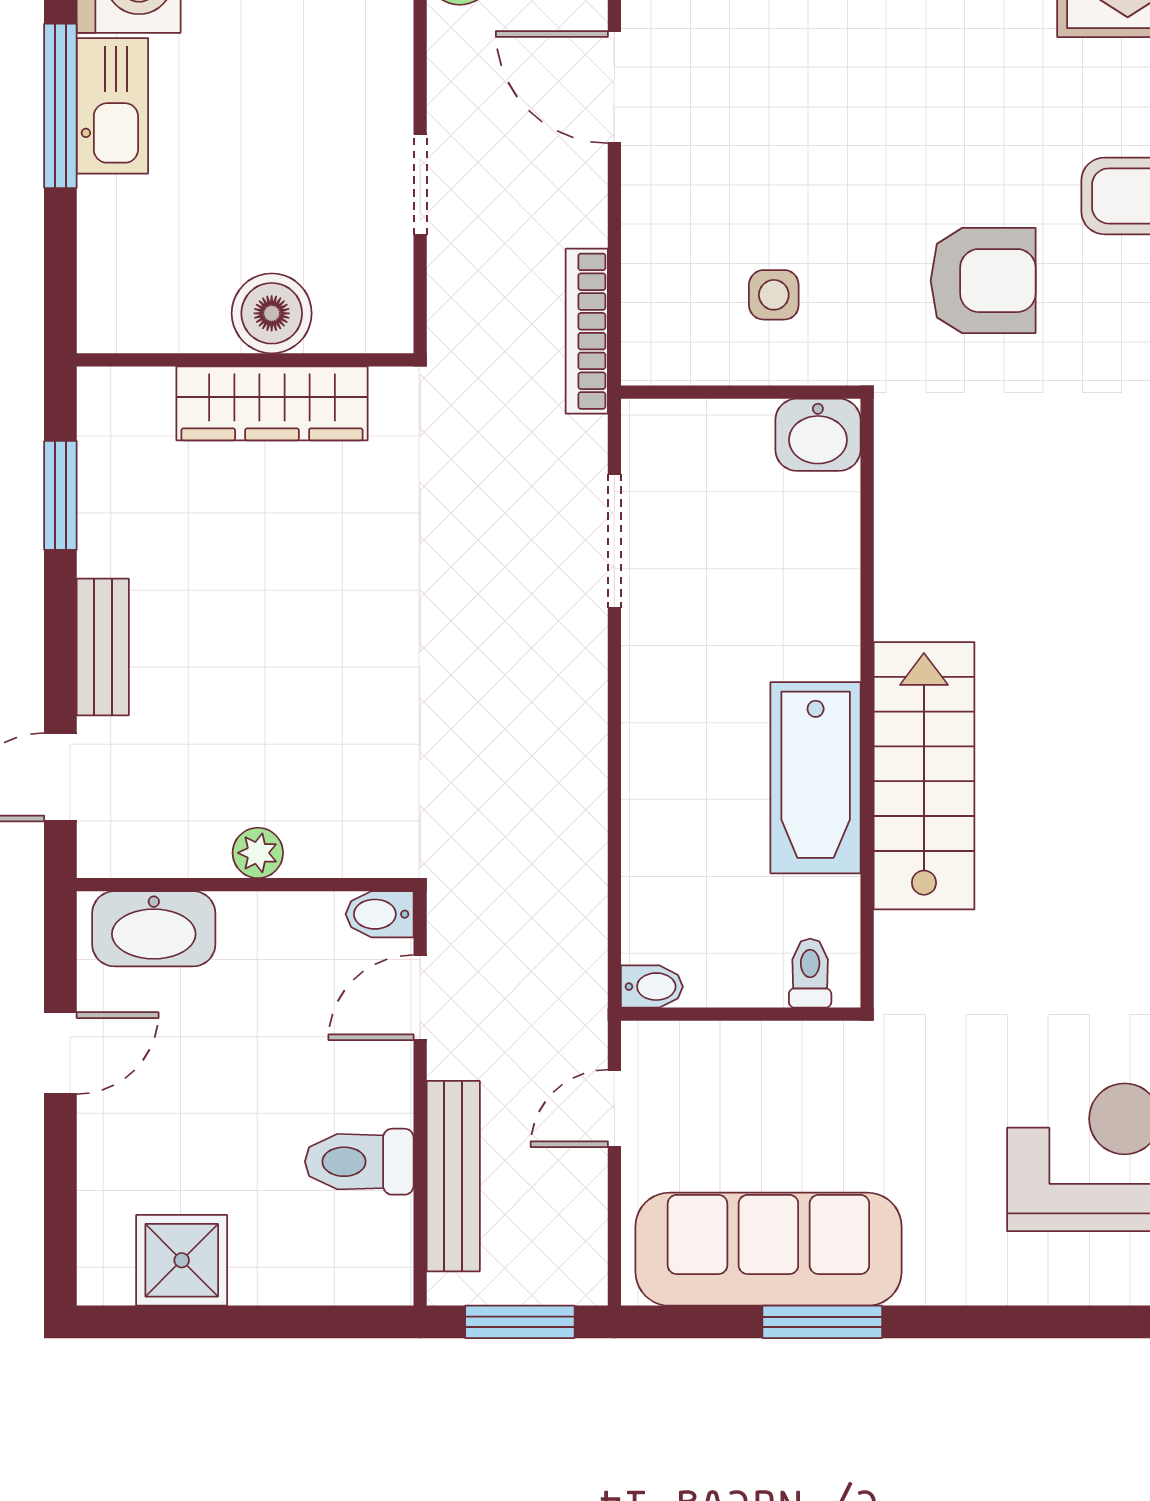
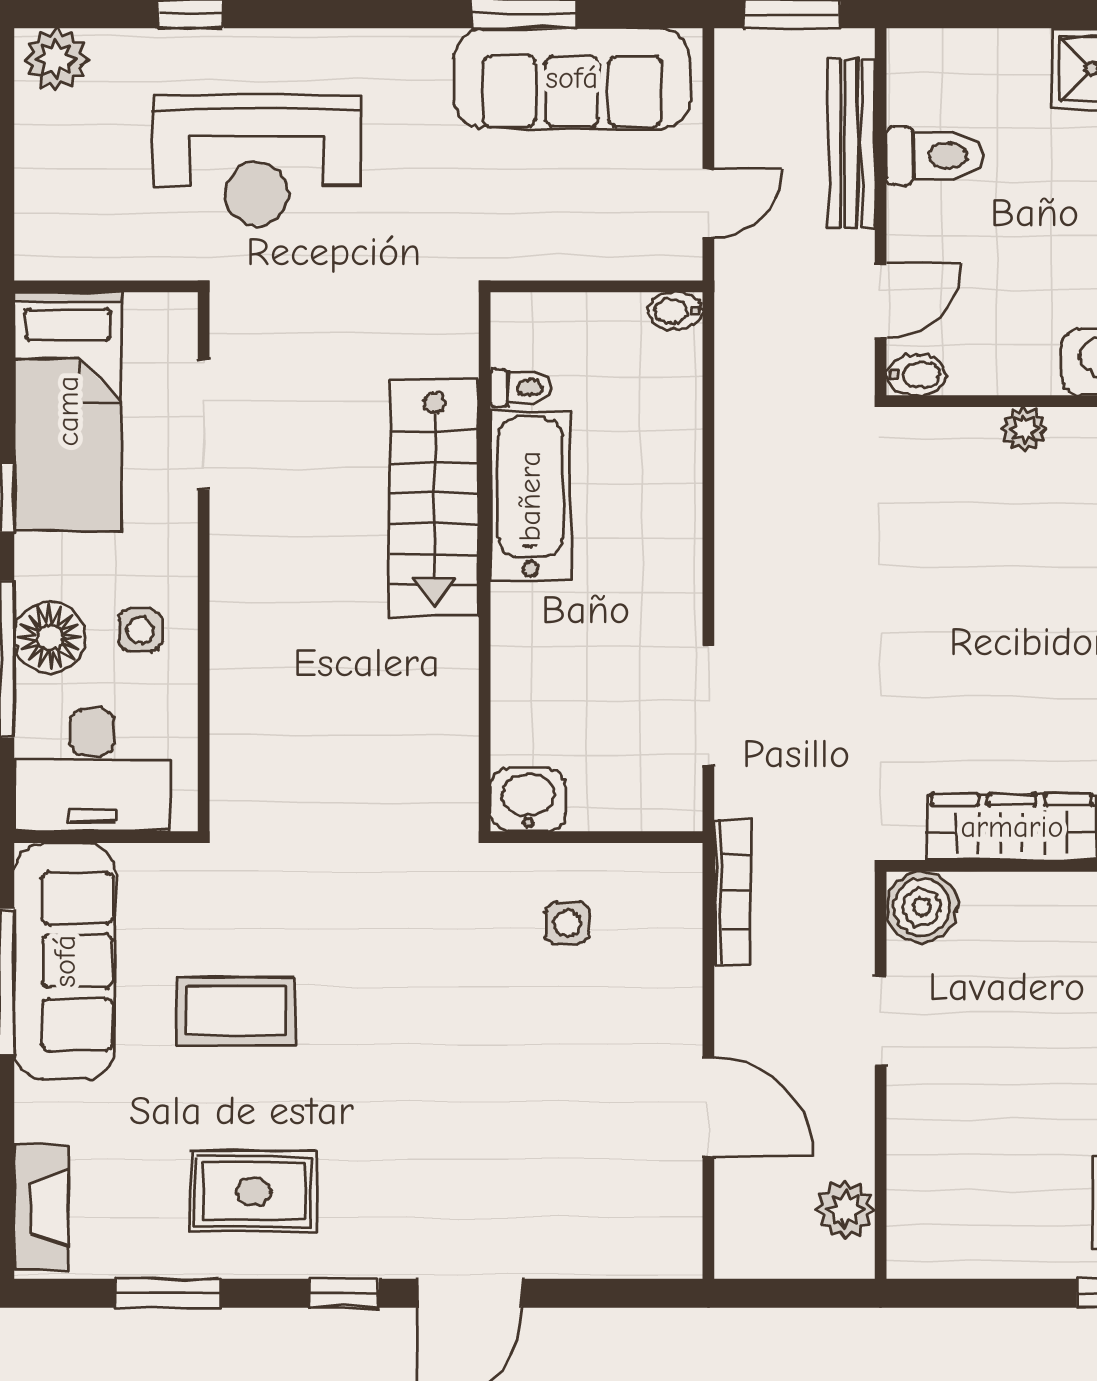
armchair: (983, 281) -> (382, 936), removed
boiler: (272, 313) -> (922, 907), moved
toilet: (810, 973) -> (521, 388), moved, turned -90

